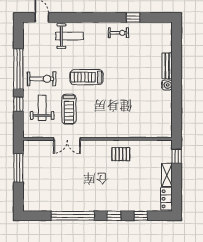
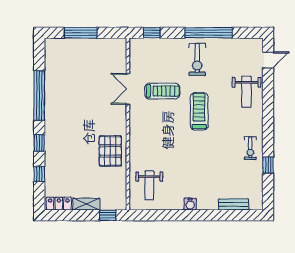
bench: (167, 66) -> (234, 204), moved
window: (18, 104) -> (152, 33), moved
weight bench: (42, 108) -> (149, 185), moved, turned 90
treadmill: (69, 109) -> (162, 91), turned 180
pallet: (121, 154) -> (110, 151), width x1.50, depth x1.42
window: (18, 168) -> (81, 33), moved

